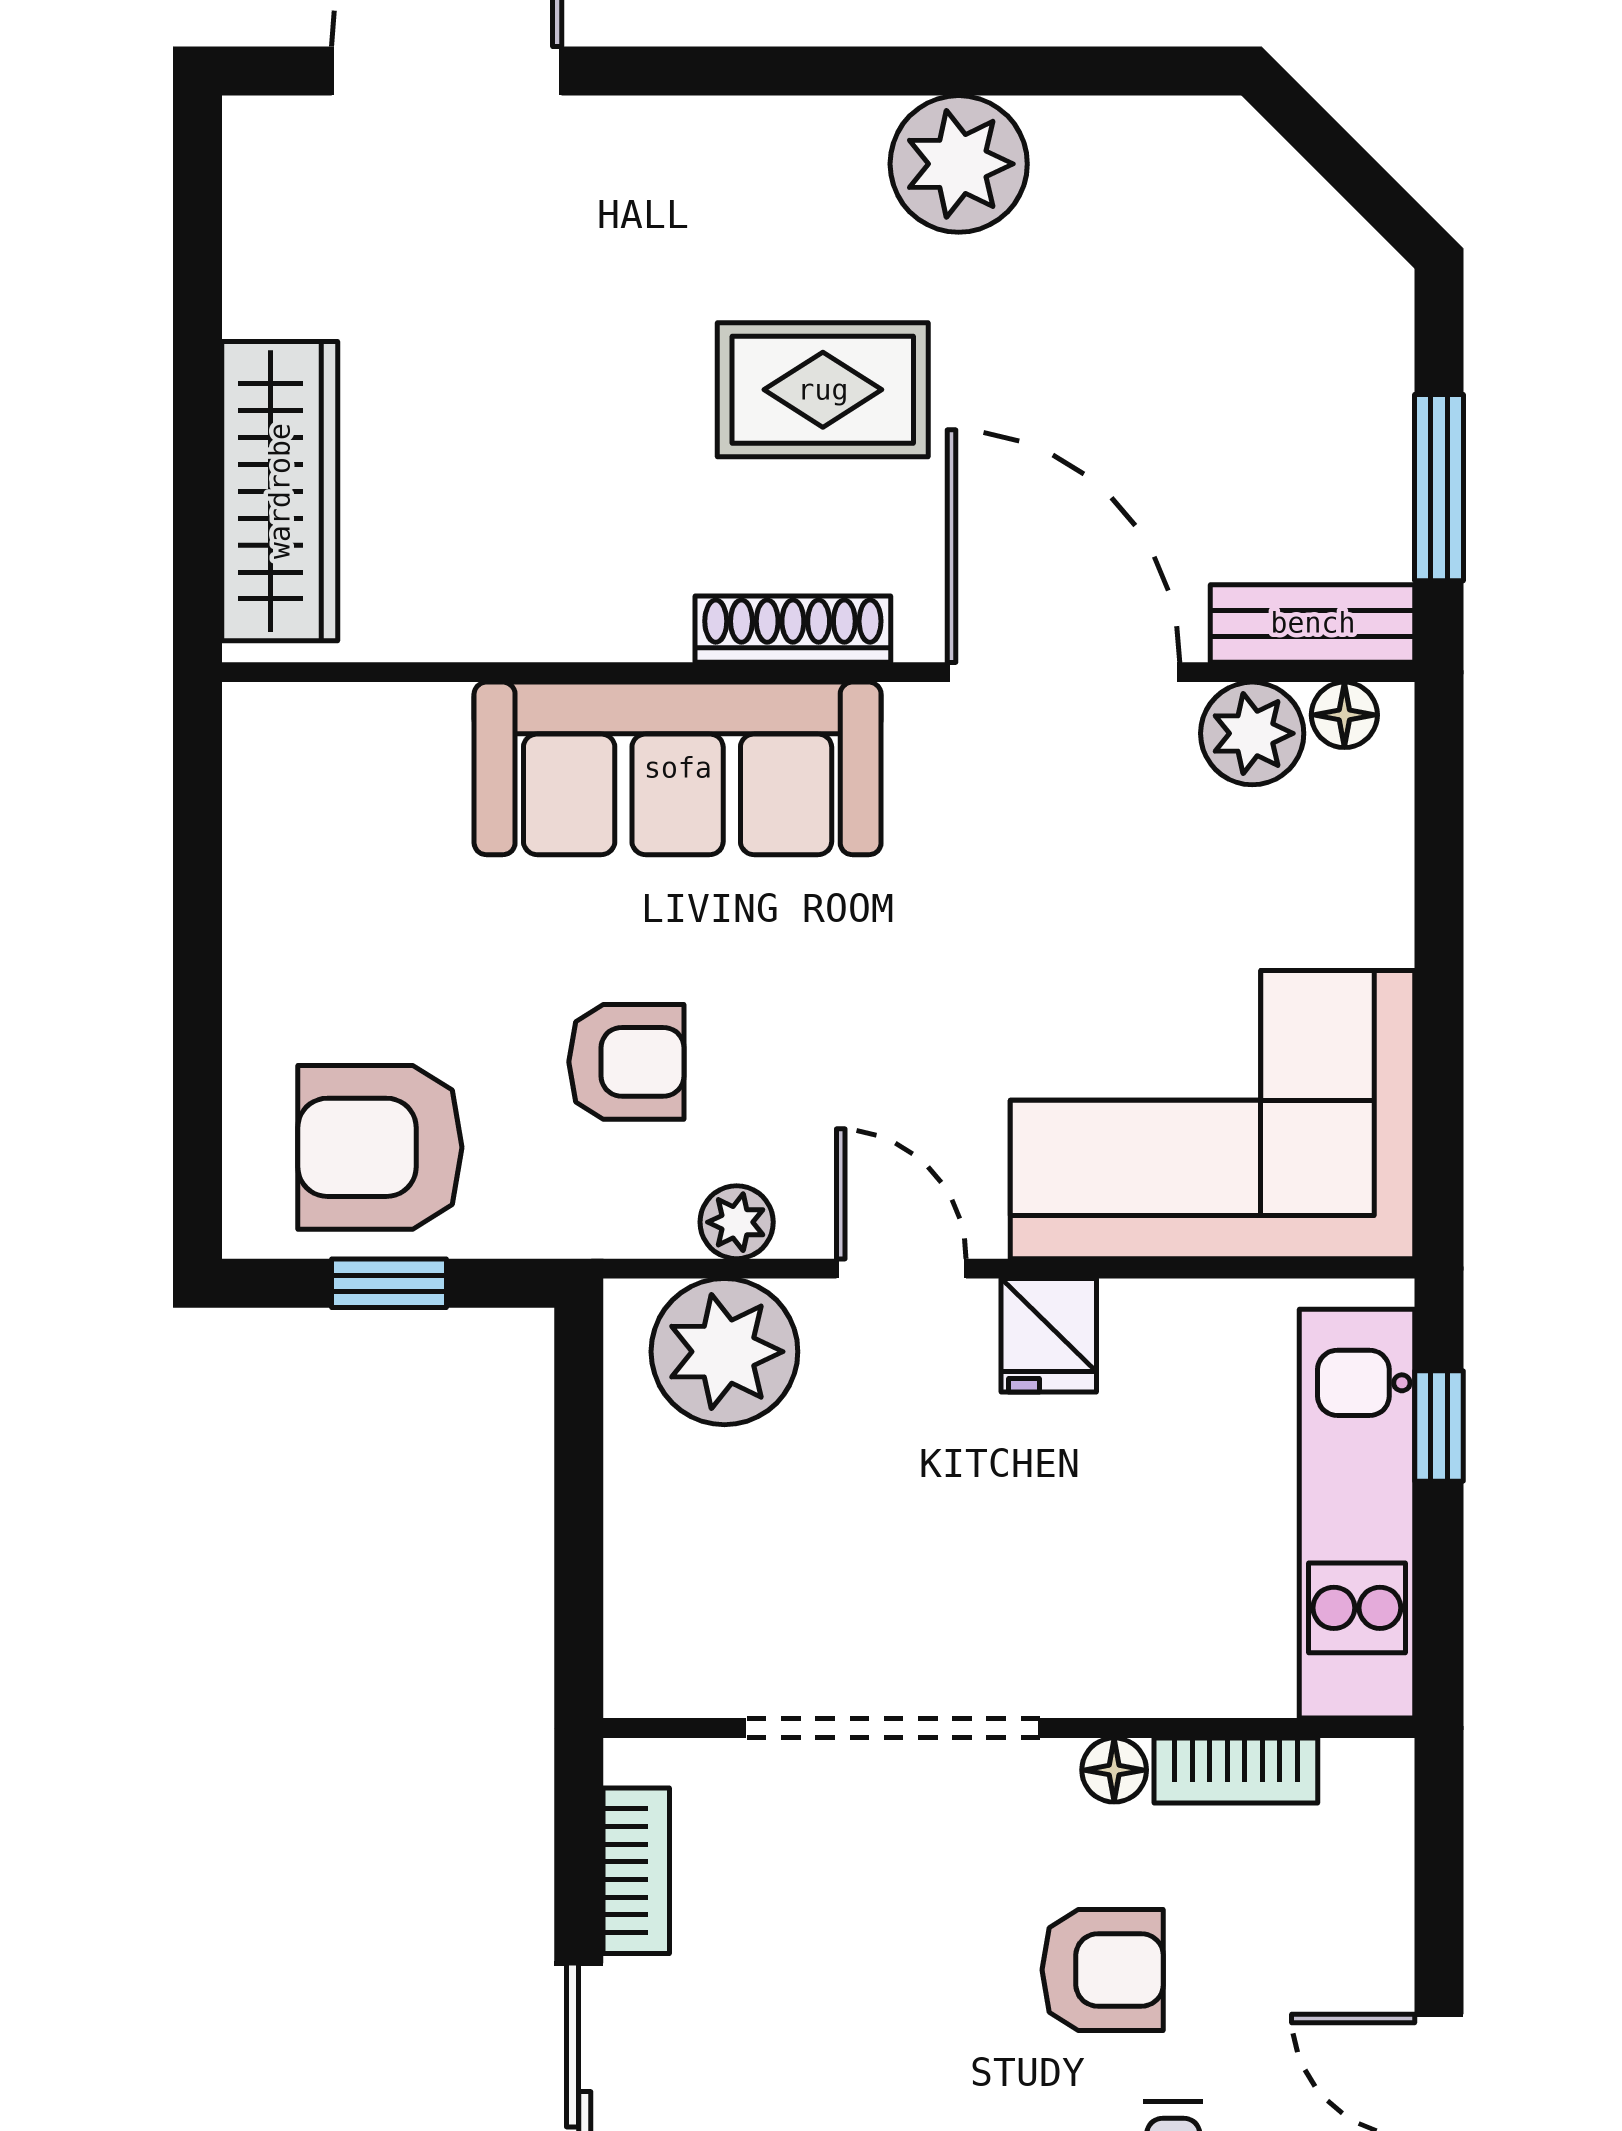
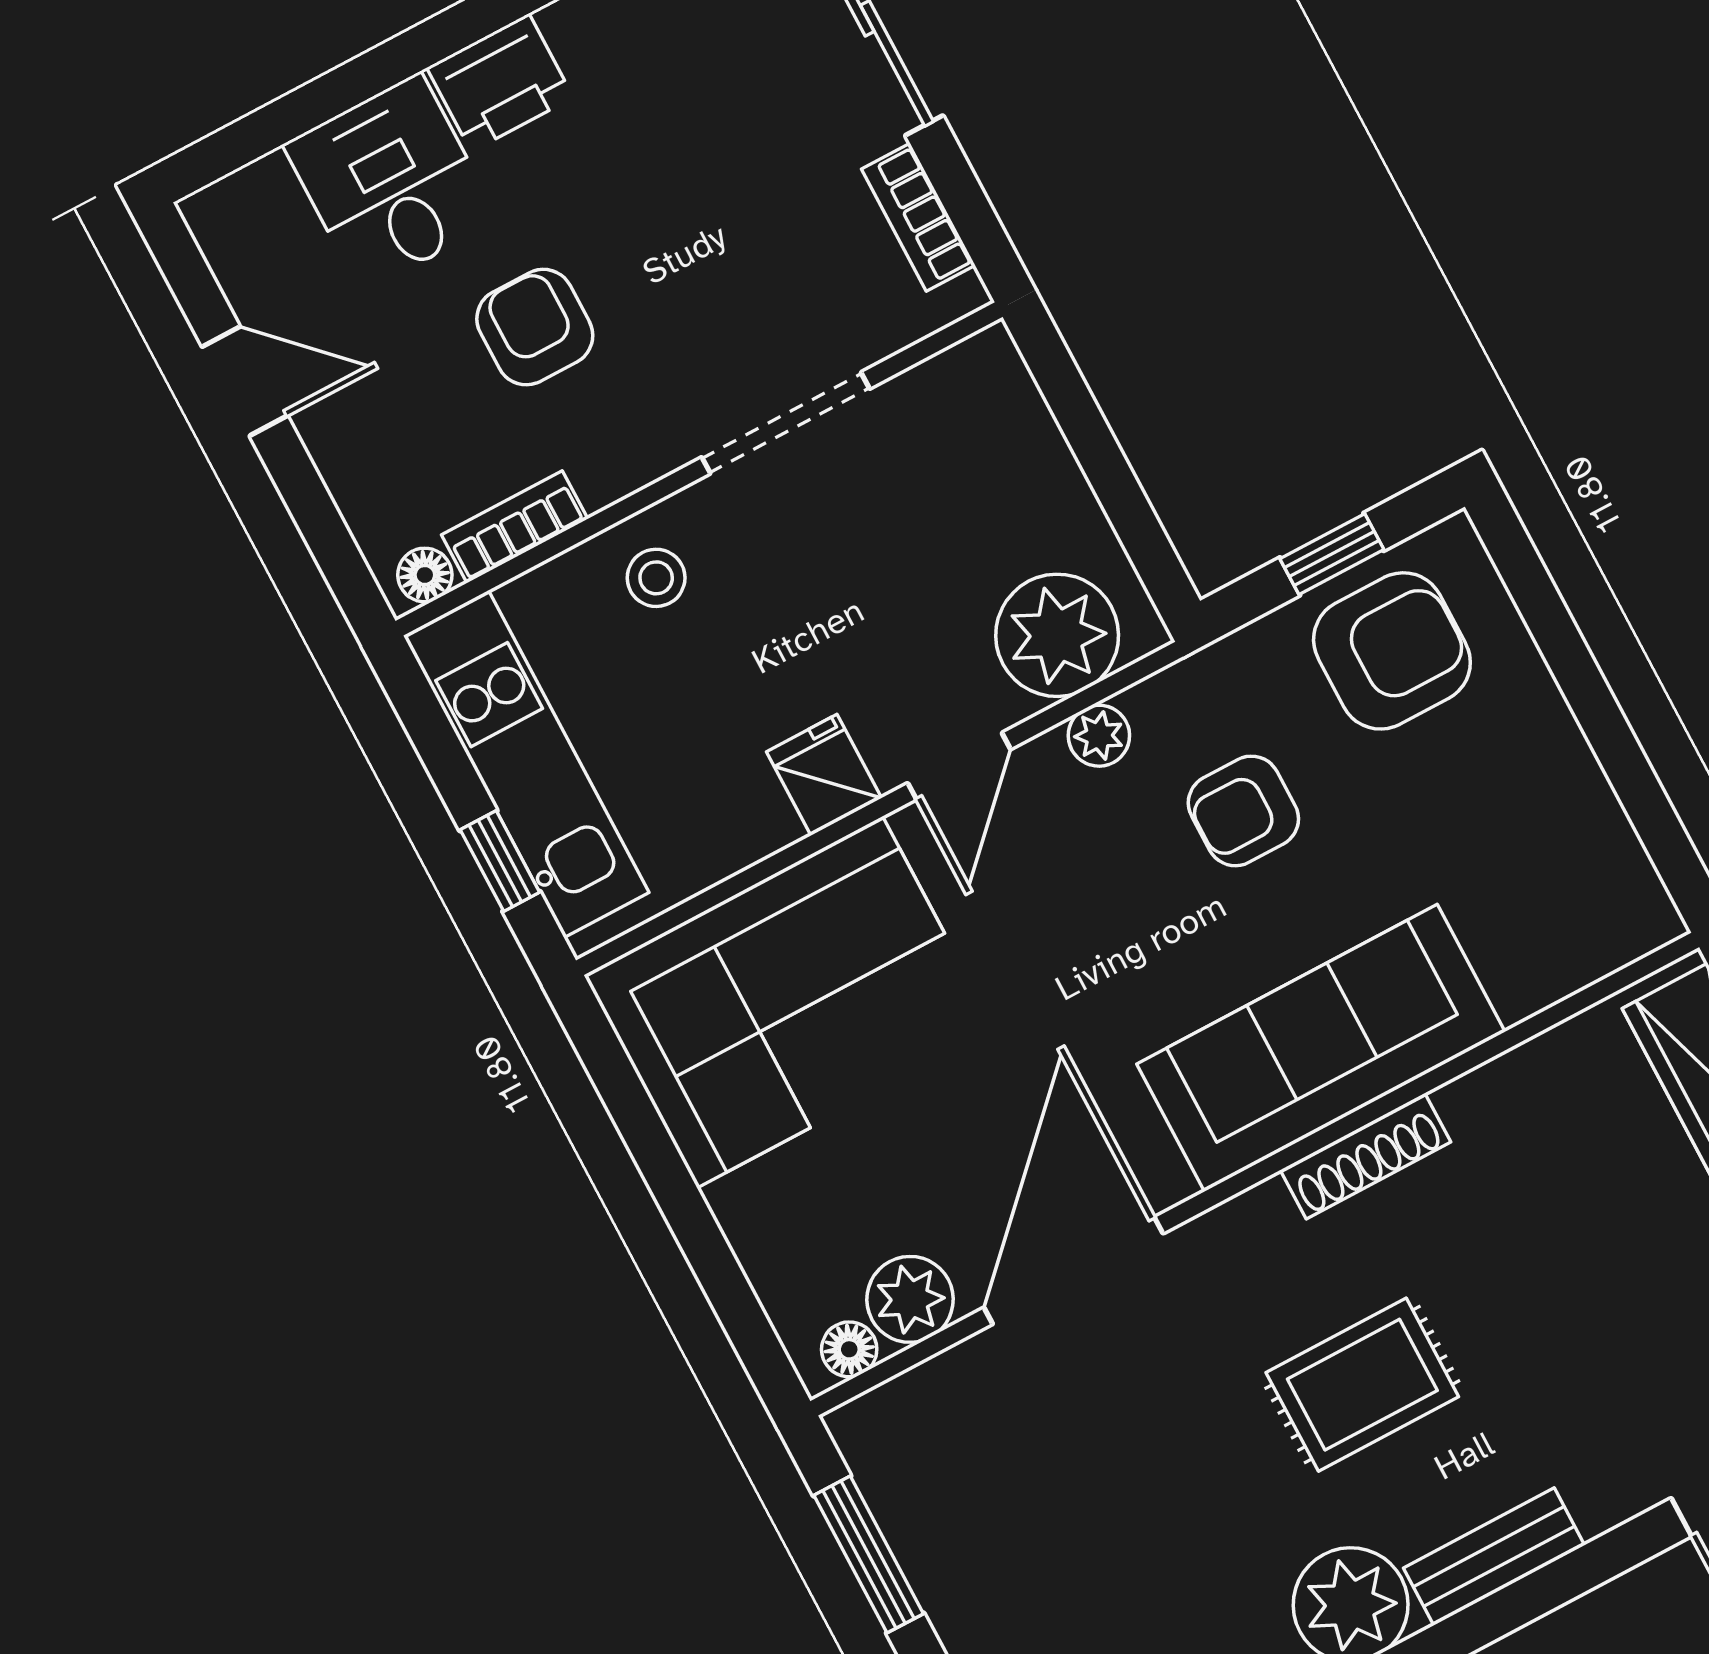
bench: (1313, 623) -> (1494, 1557), moved
shoe rack: (793, 629) -> (1365, 1156), moved
door: (1063, 672) -> (1074, 1270), swing flipped
door: (901, 1269) -> (959, 766), hinge flipped
stool: (1115, 1637) -> (656, 578), added
doorway: (892, 1728) -> (786, 423), width x0.73
floor lamp: (1114, 1770) -> (425, 575), moved
armchair: (1103, 1970) -> (535, 327), turned 90

